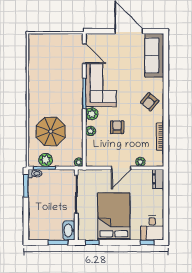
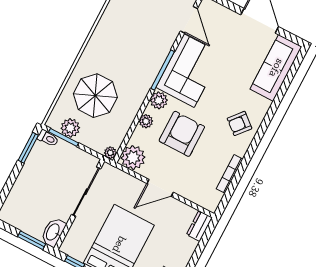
armchair: (117, 127) -> (182, 134), width x1.88, depth x1.88
plant: (140, 162) -> (133, 158), moved, width x1.88, depth x1.88

